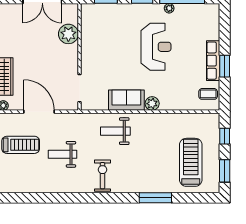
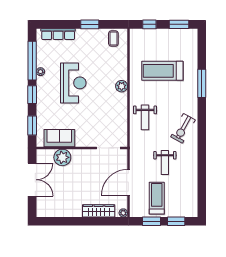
reception desk: (156, 47) -> (73, 83), turned 90
row of seats: (213, 61) -> (58, 34), moved
sofa: (126, 100) -> (59, 138), moved, turned 90
treadmill: (191, 162) -> (162, 71), moved
exercise bike: (102, 176) -> (183, 128), turned -61

